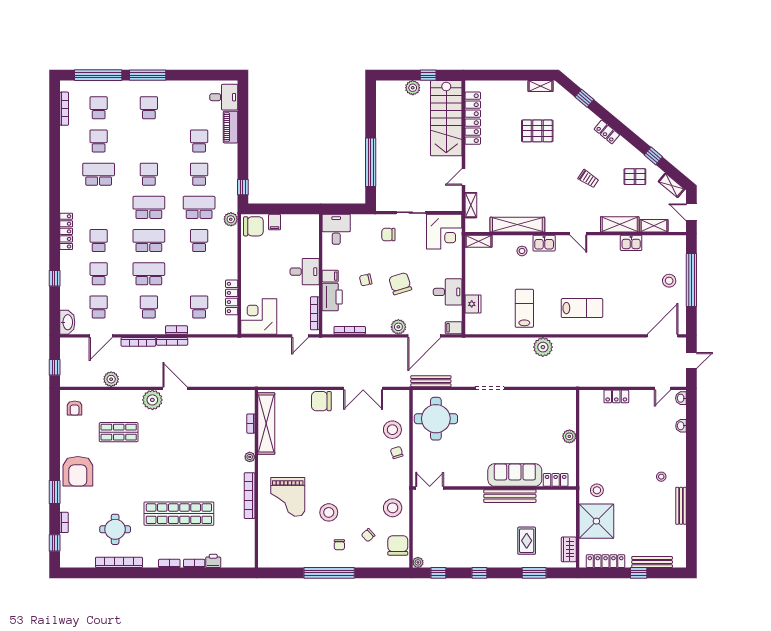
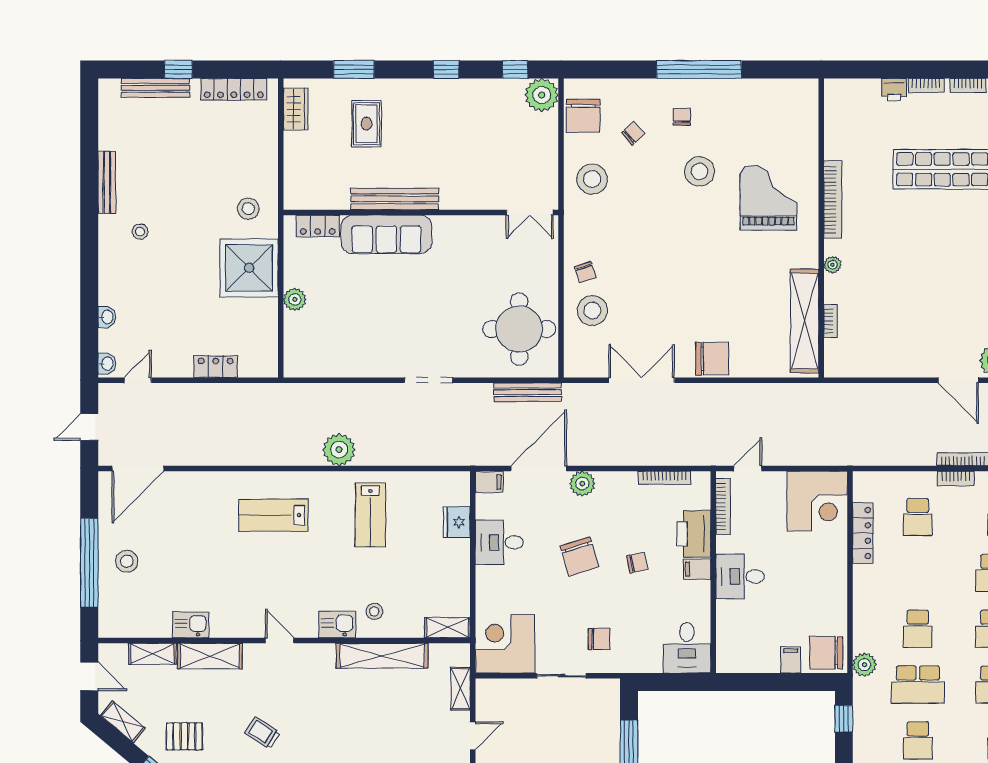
shower: (596, 521) -> (249, 268), moved
plant: (418, 562) -> (542, 95), width x1.88, depth x1.88

